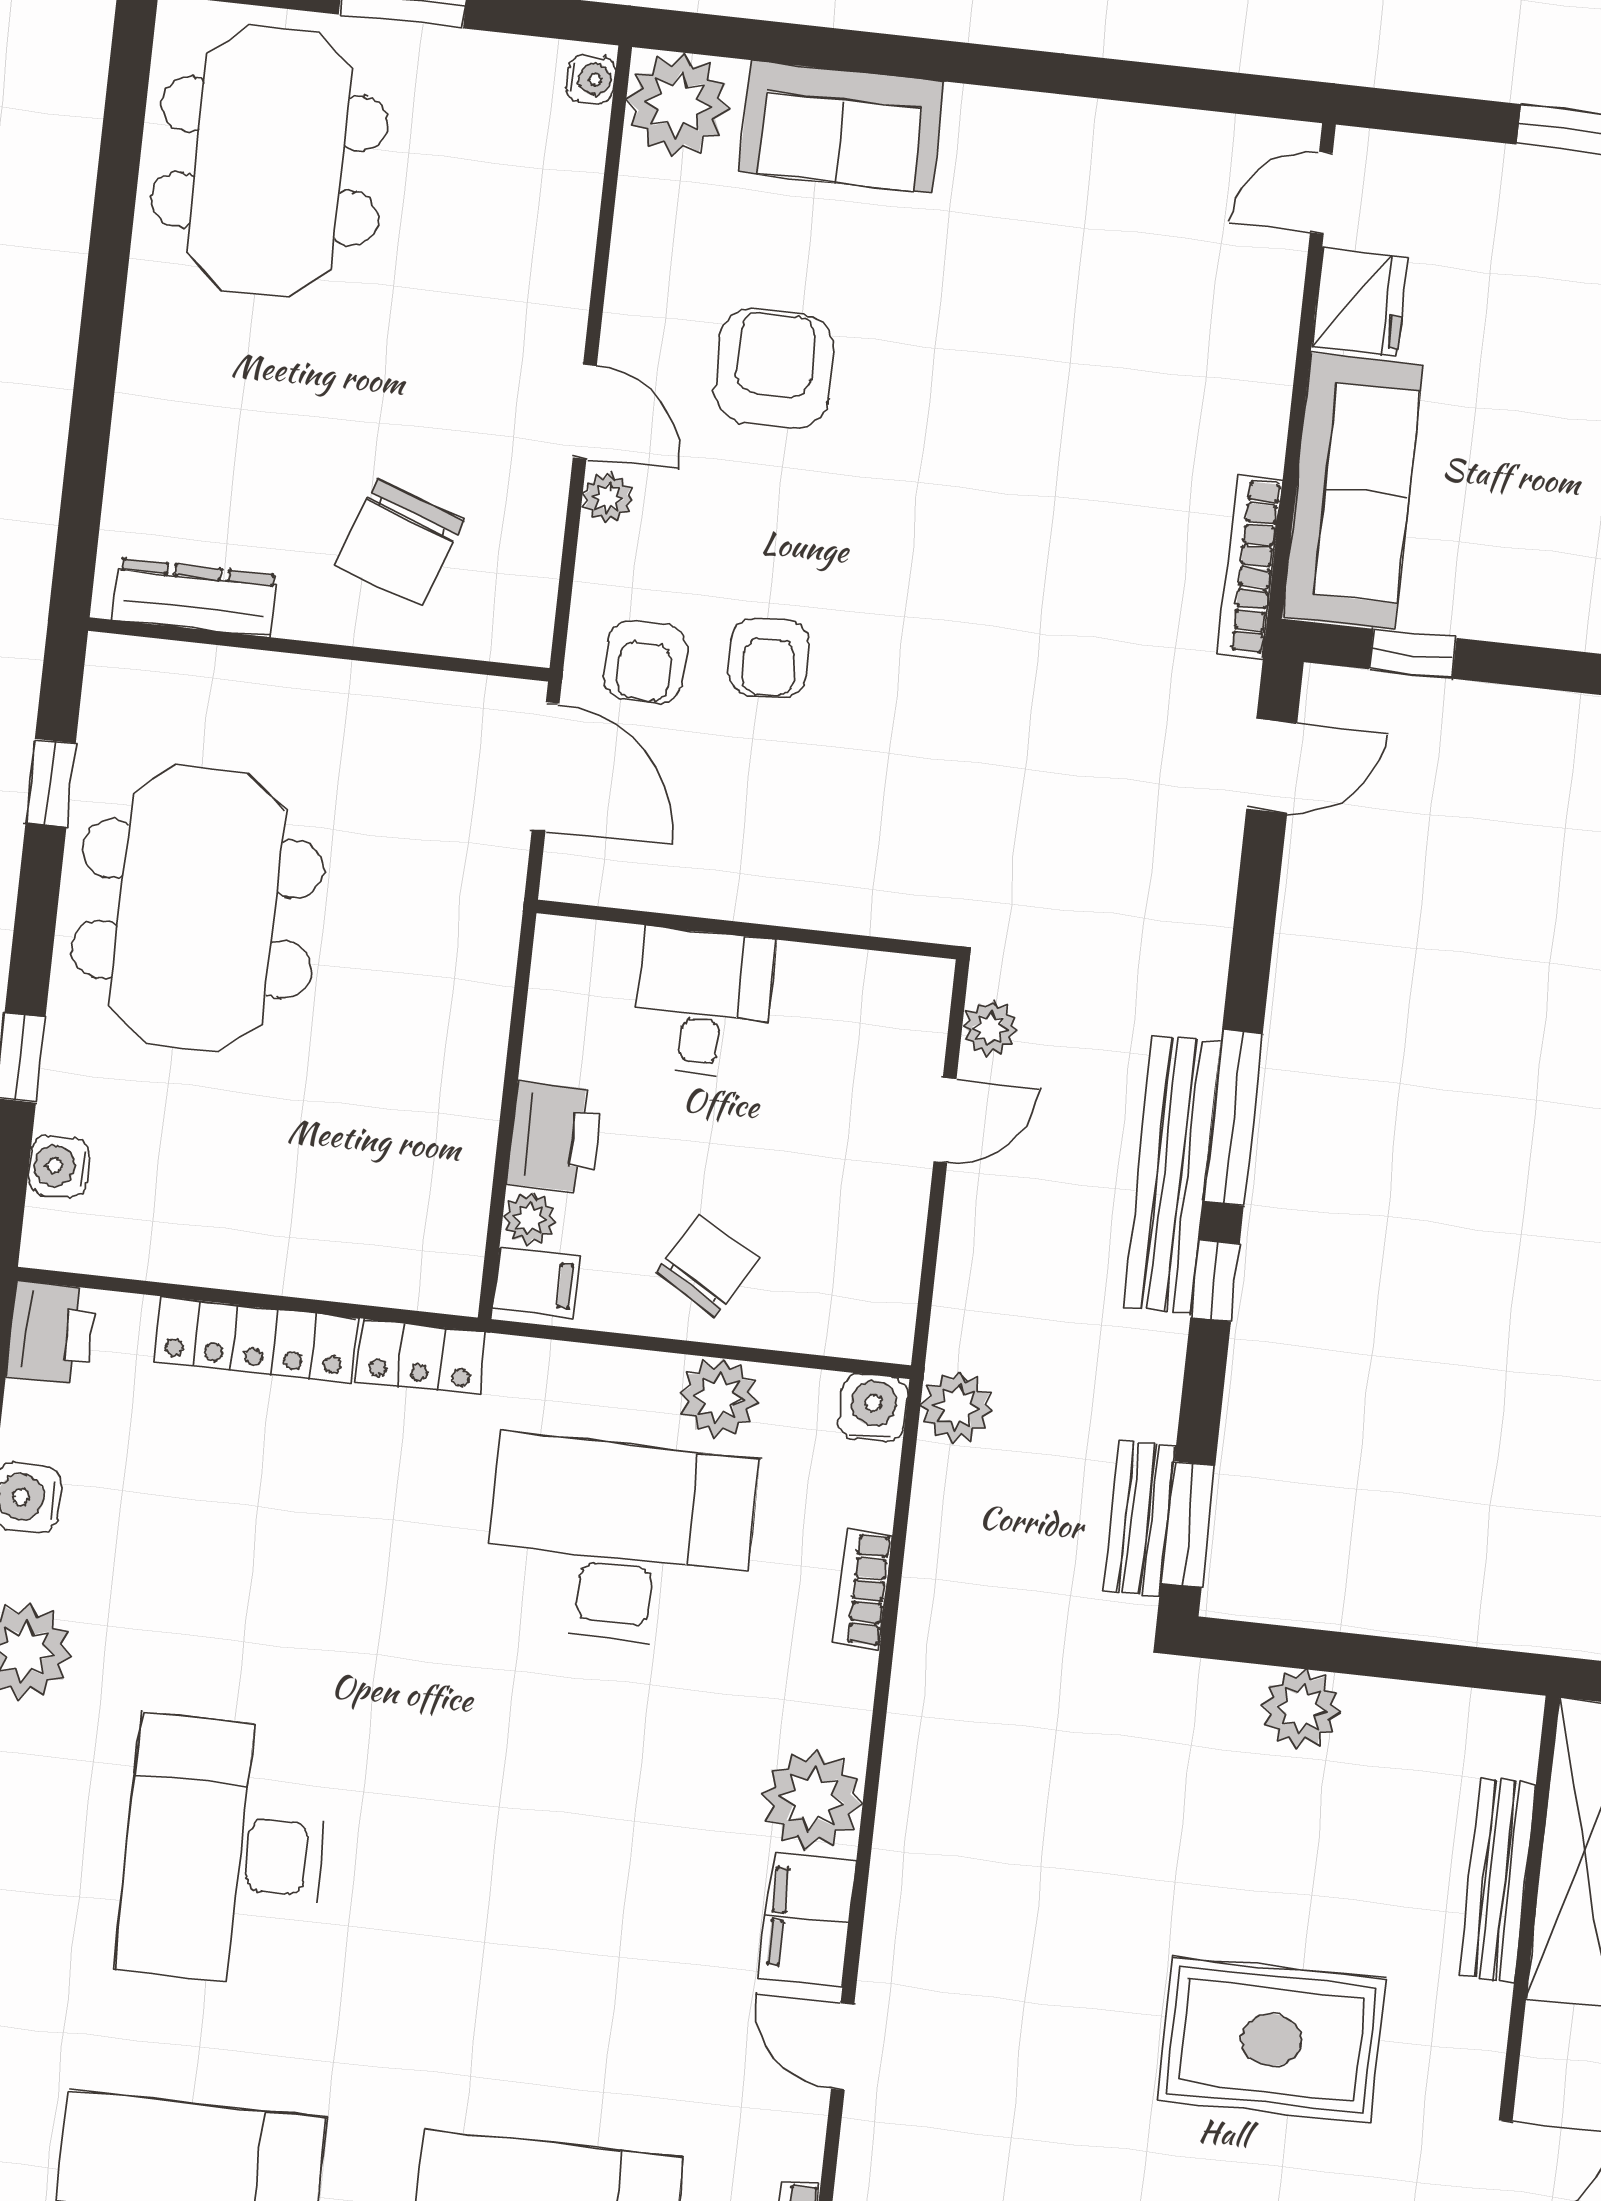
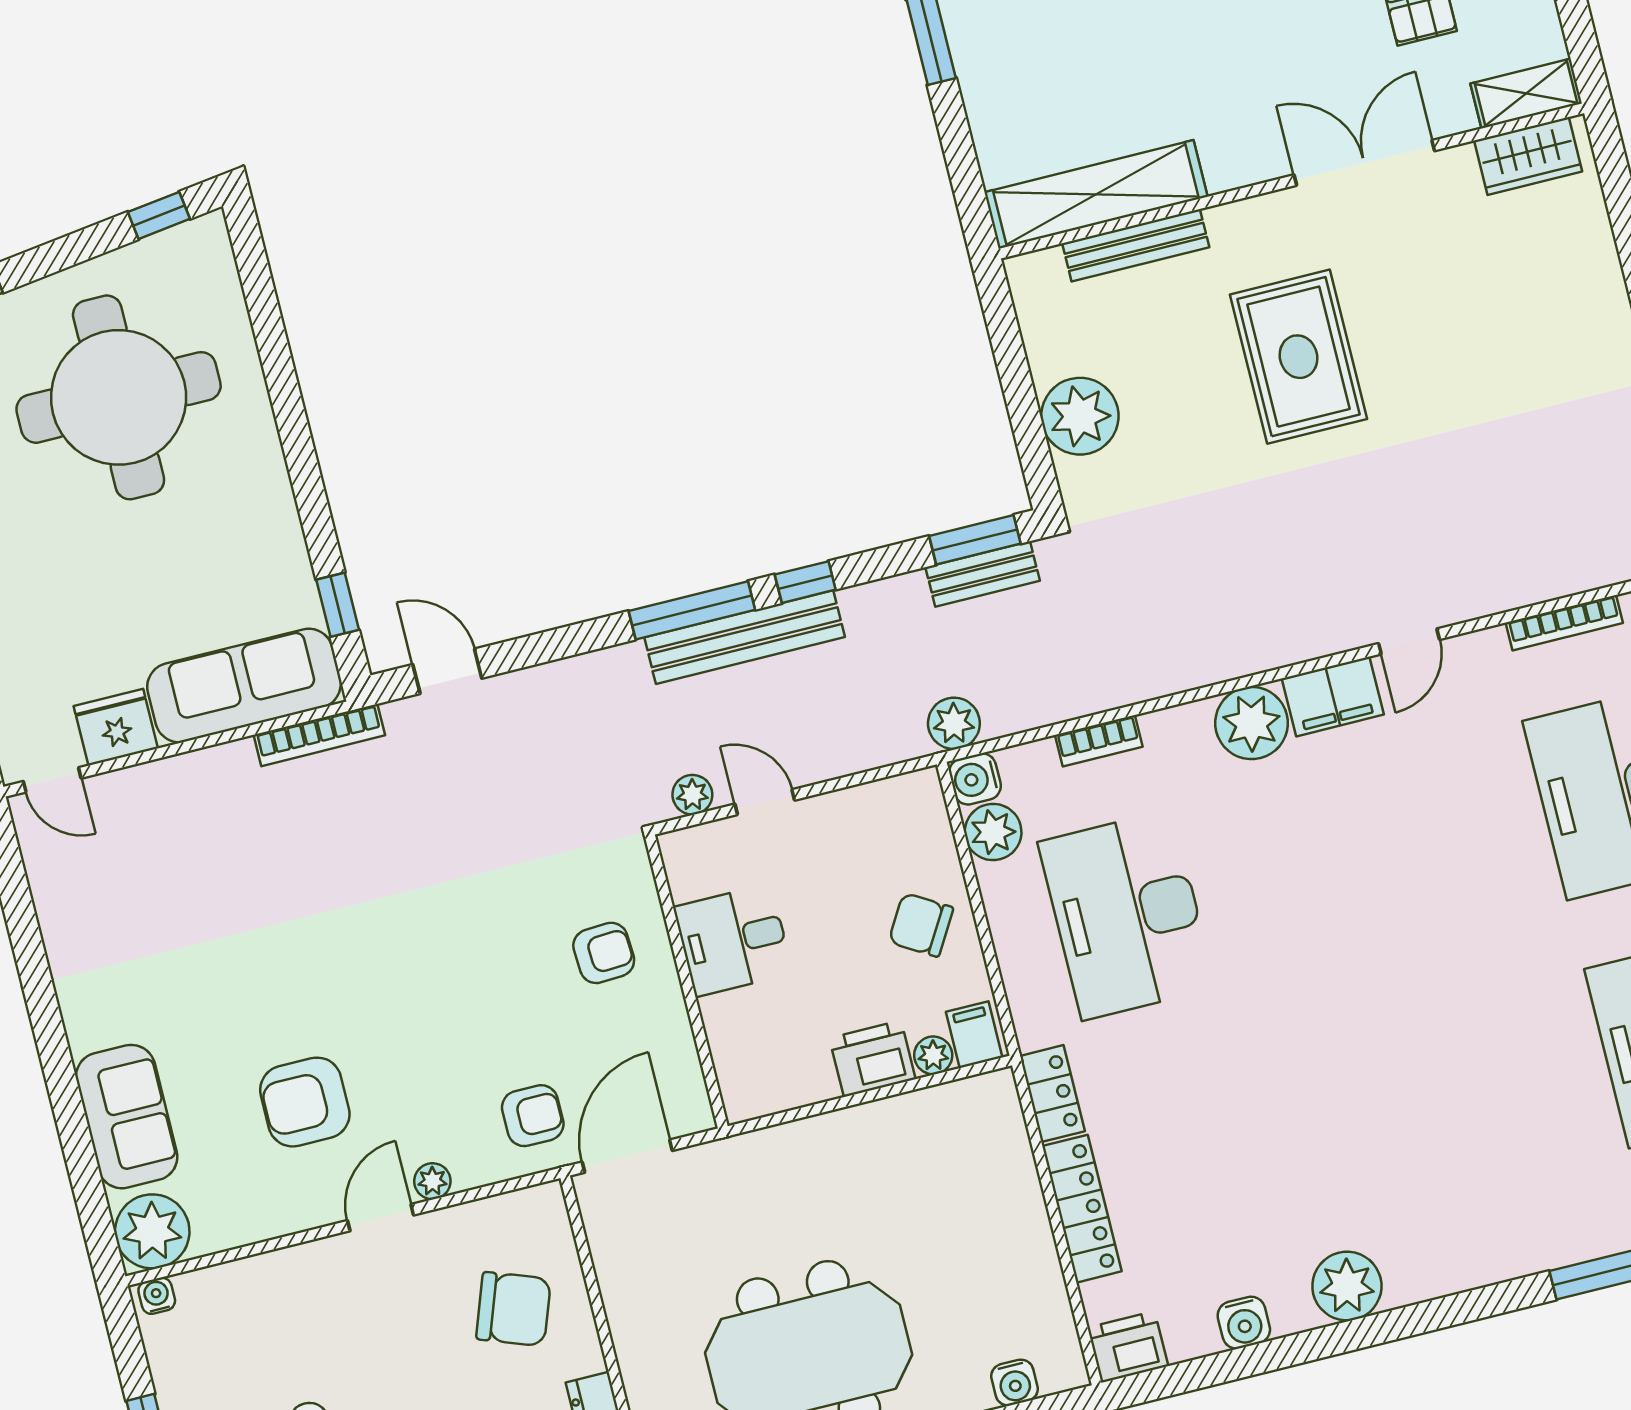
armchair: (769, 658) -> (604, 953), moved
desk: (703, 1003) -> (733, 940), moved
plant: (719, 1398) -> (993, 832), moved
plant: (1301, 1709) -> (1080, 416), width x1.36, depth x1.36
desk: (225, 1851) -> (1431, 1103), removed

